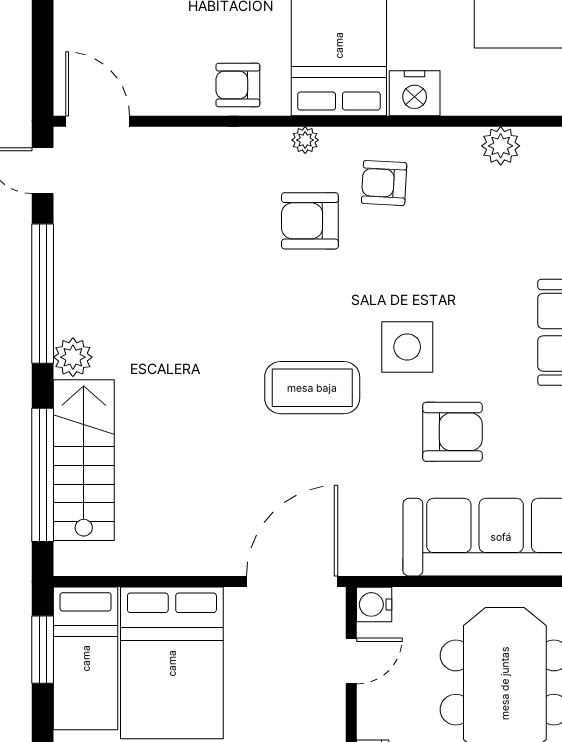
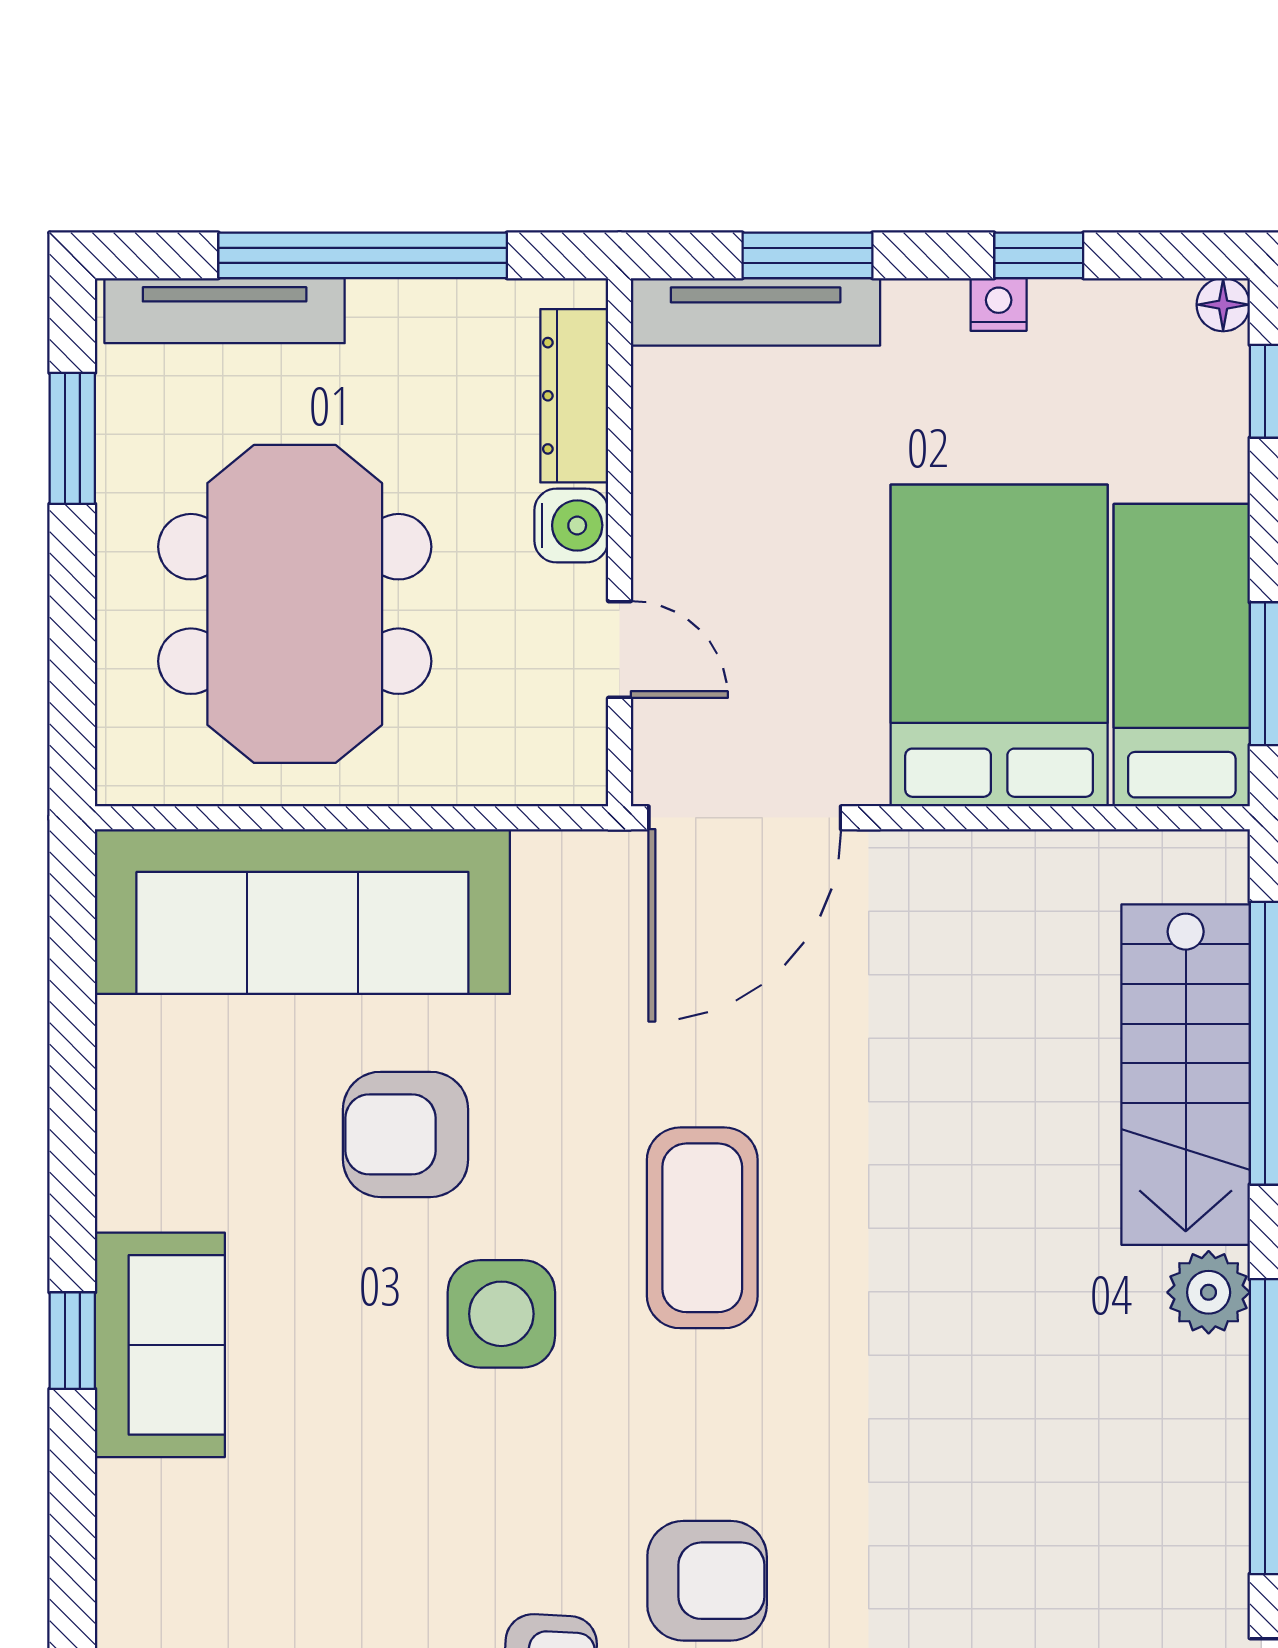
coffee table: (312, 388) -> (702, 1228), turned 90
water cooler: (374, 604) -> (571, 525), moved
door: (351, 661) -> (620, 650), swing flipped

